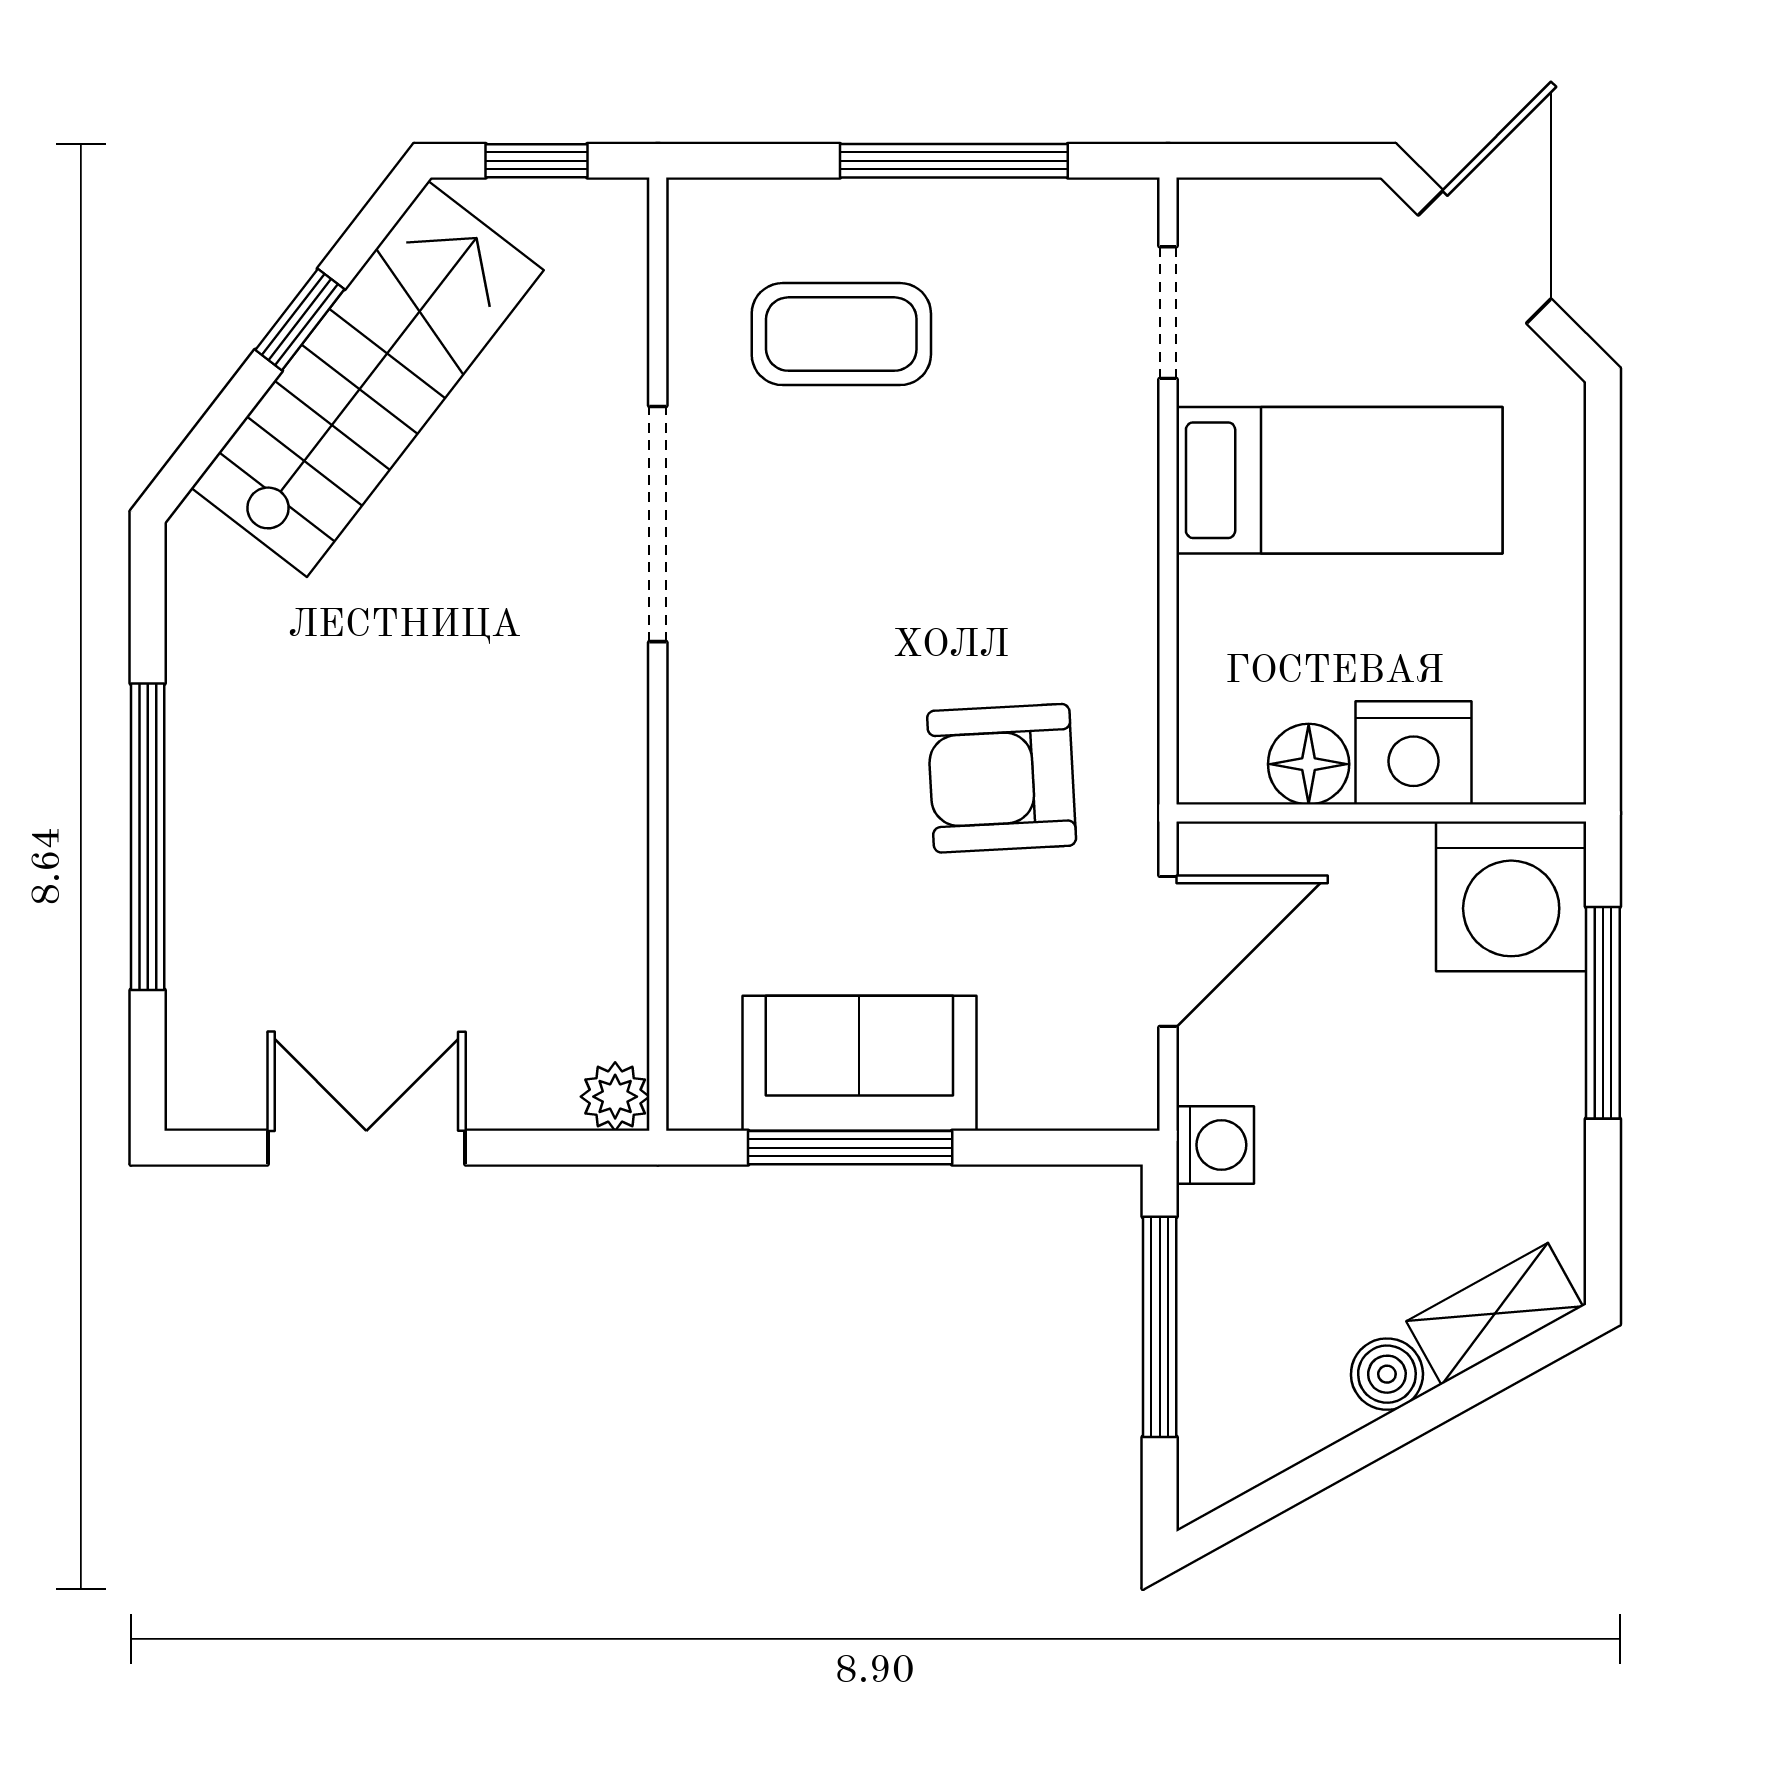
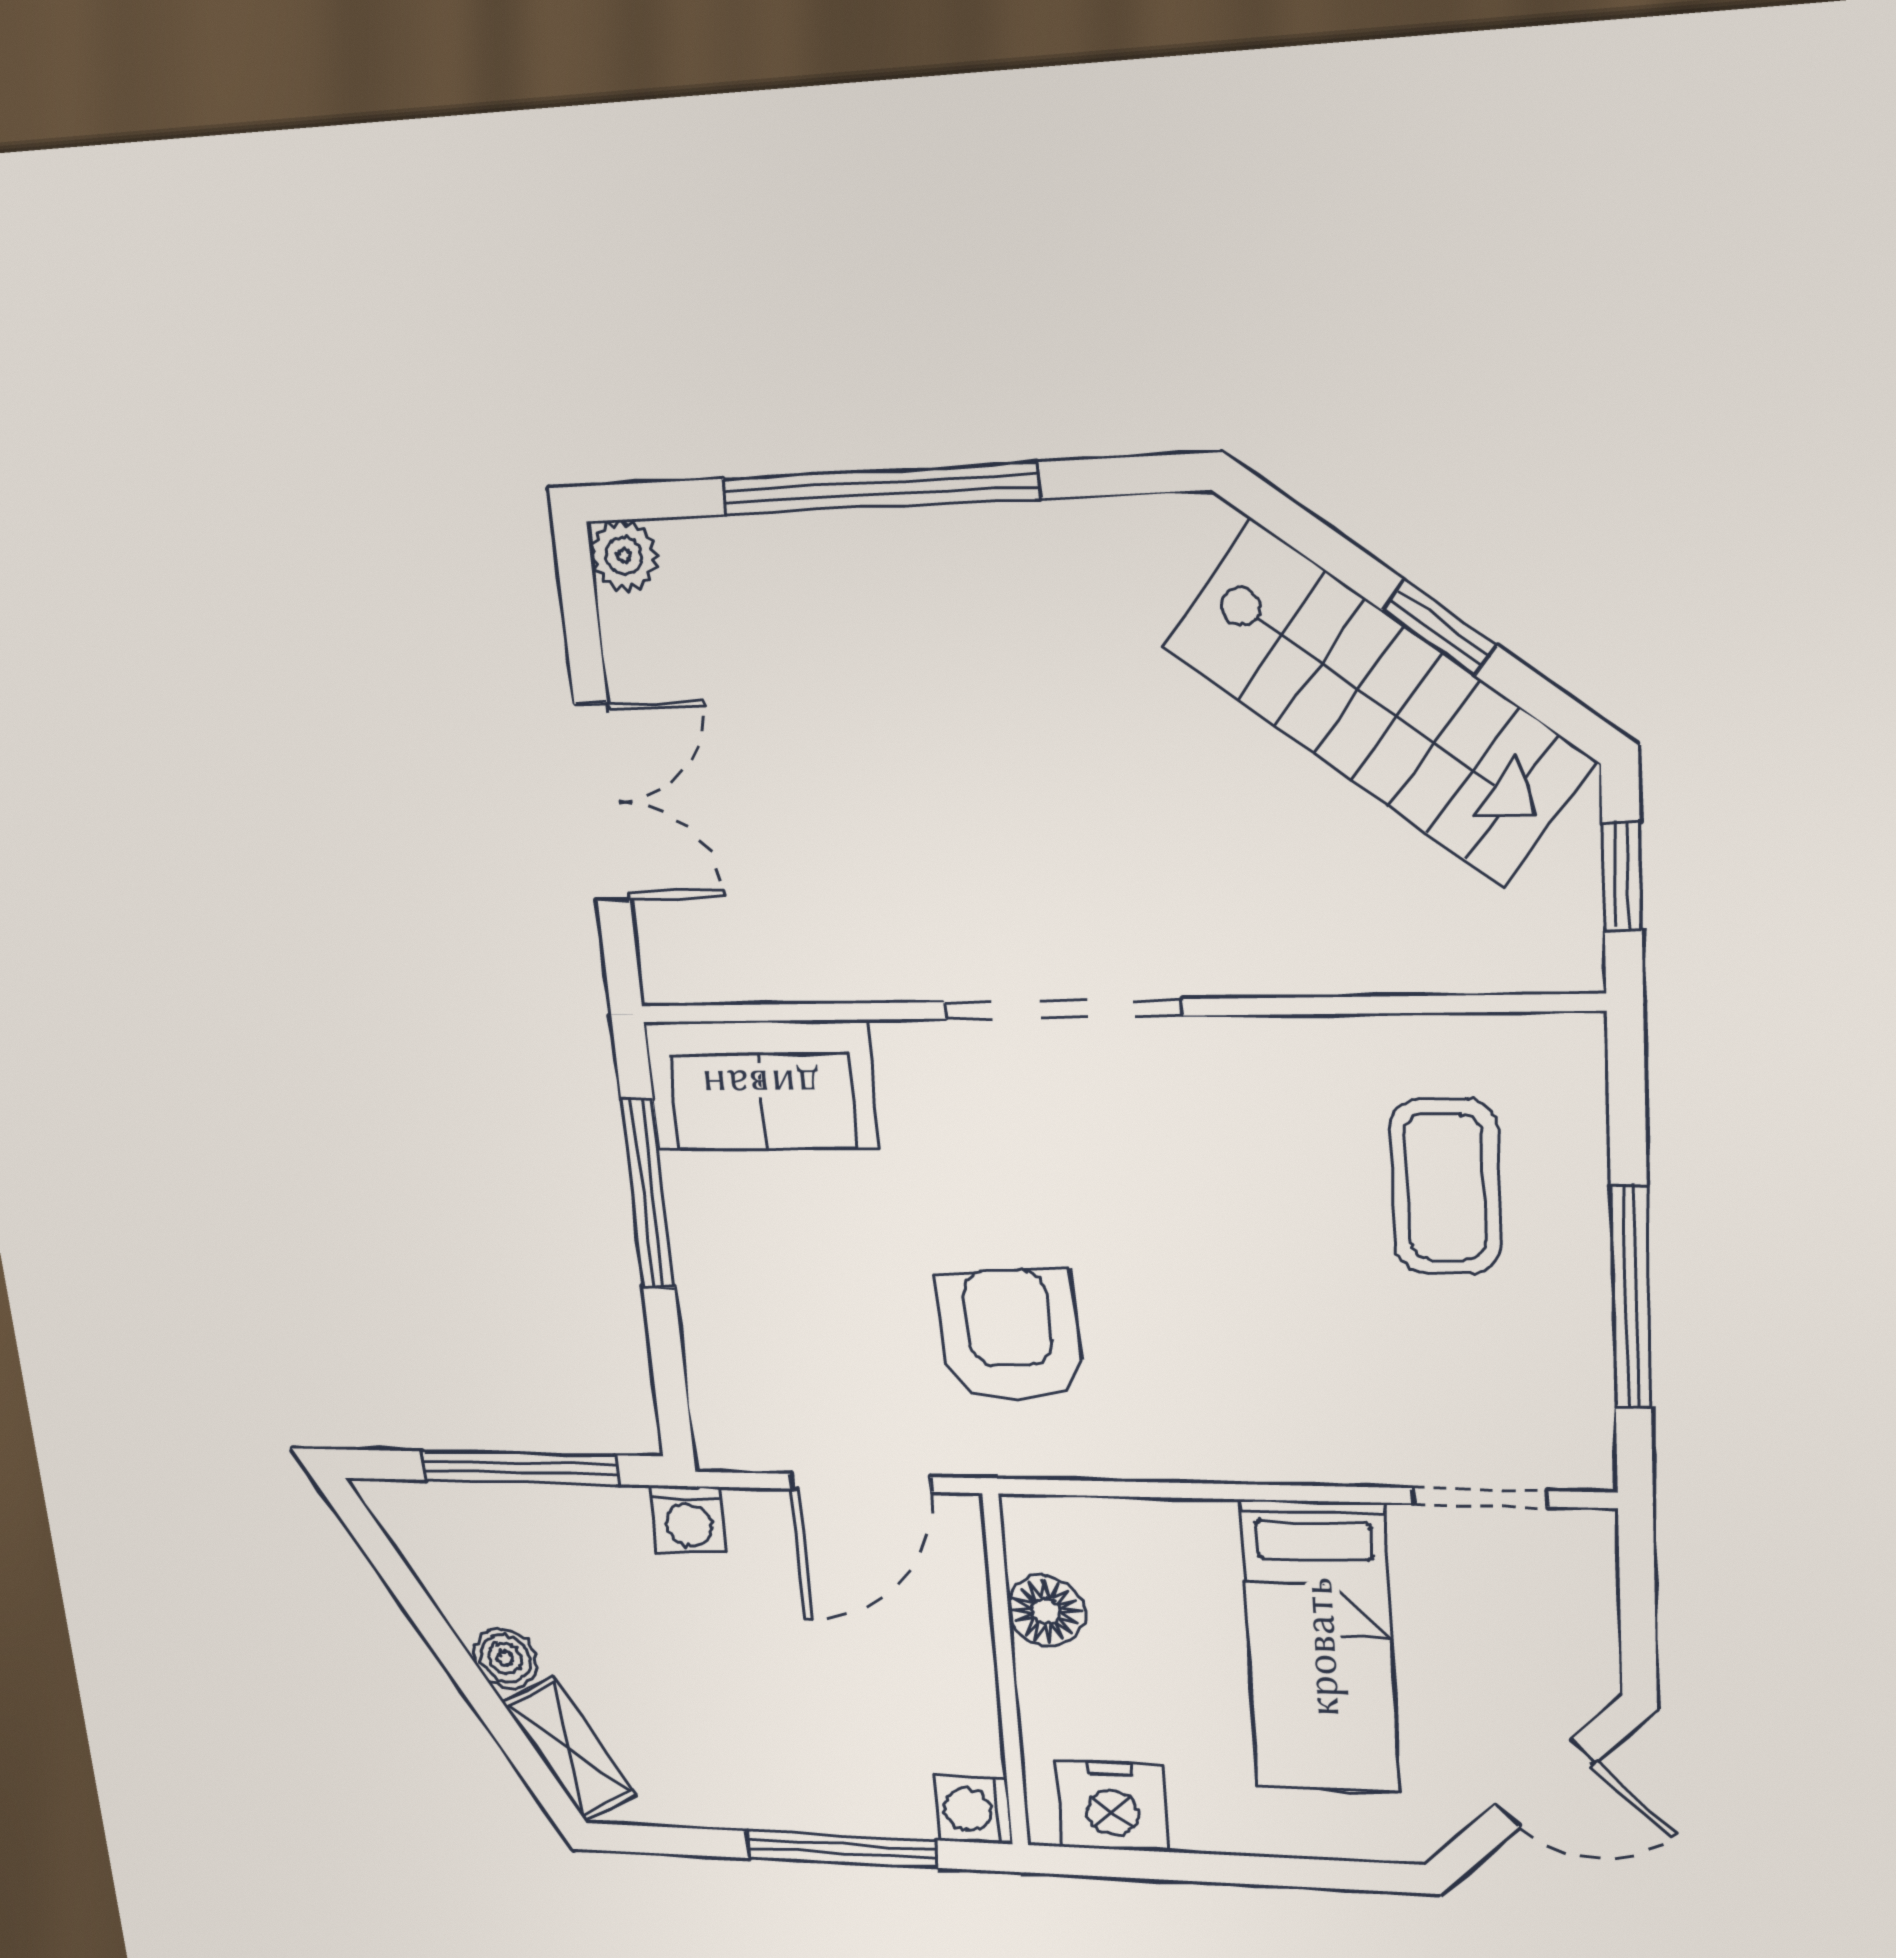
door: (1485, 257) -> (1545, 1783), width x0.73
doorway: (658, 524) -> (1063, 1009), moved
nightstand: (1414, 753) -> (1112, 1806), moved, turned -90
washing machine: (1511, 896) -> (974, 1810), width x0.53, depth x0.53
door: (1168, 951) -> (860, 1483), hinge flipped
sofa: (859, 1063) -> (761, 1085), moved, turned 90
plant: (615, 1097) -> (624, 556), moved
double door: (366, 1148) -> (602, 803), moved

